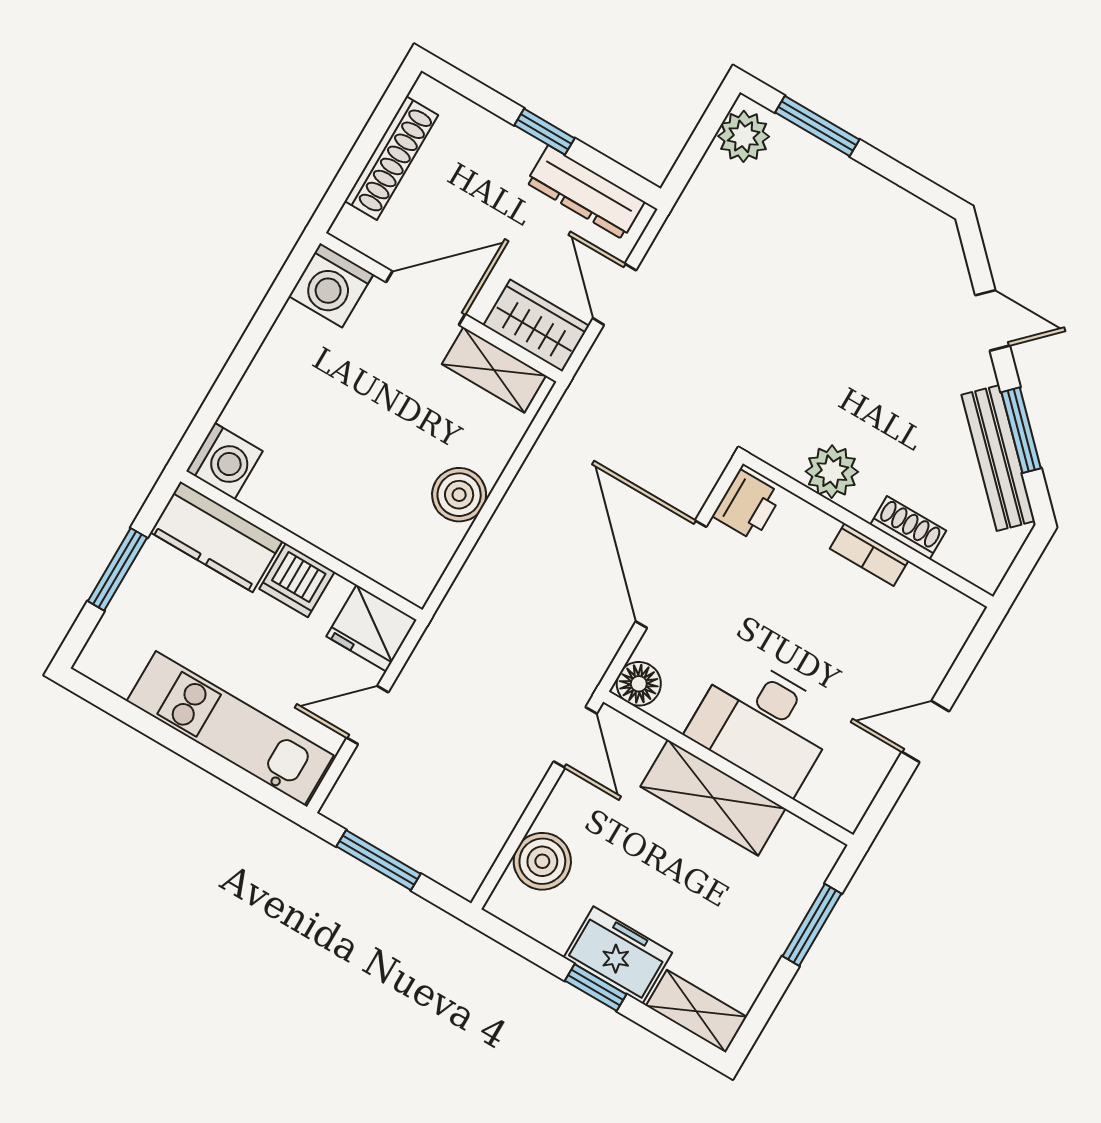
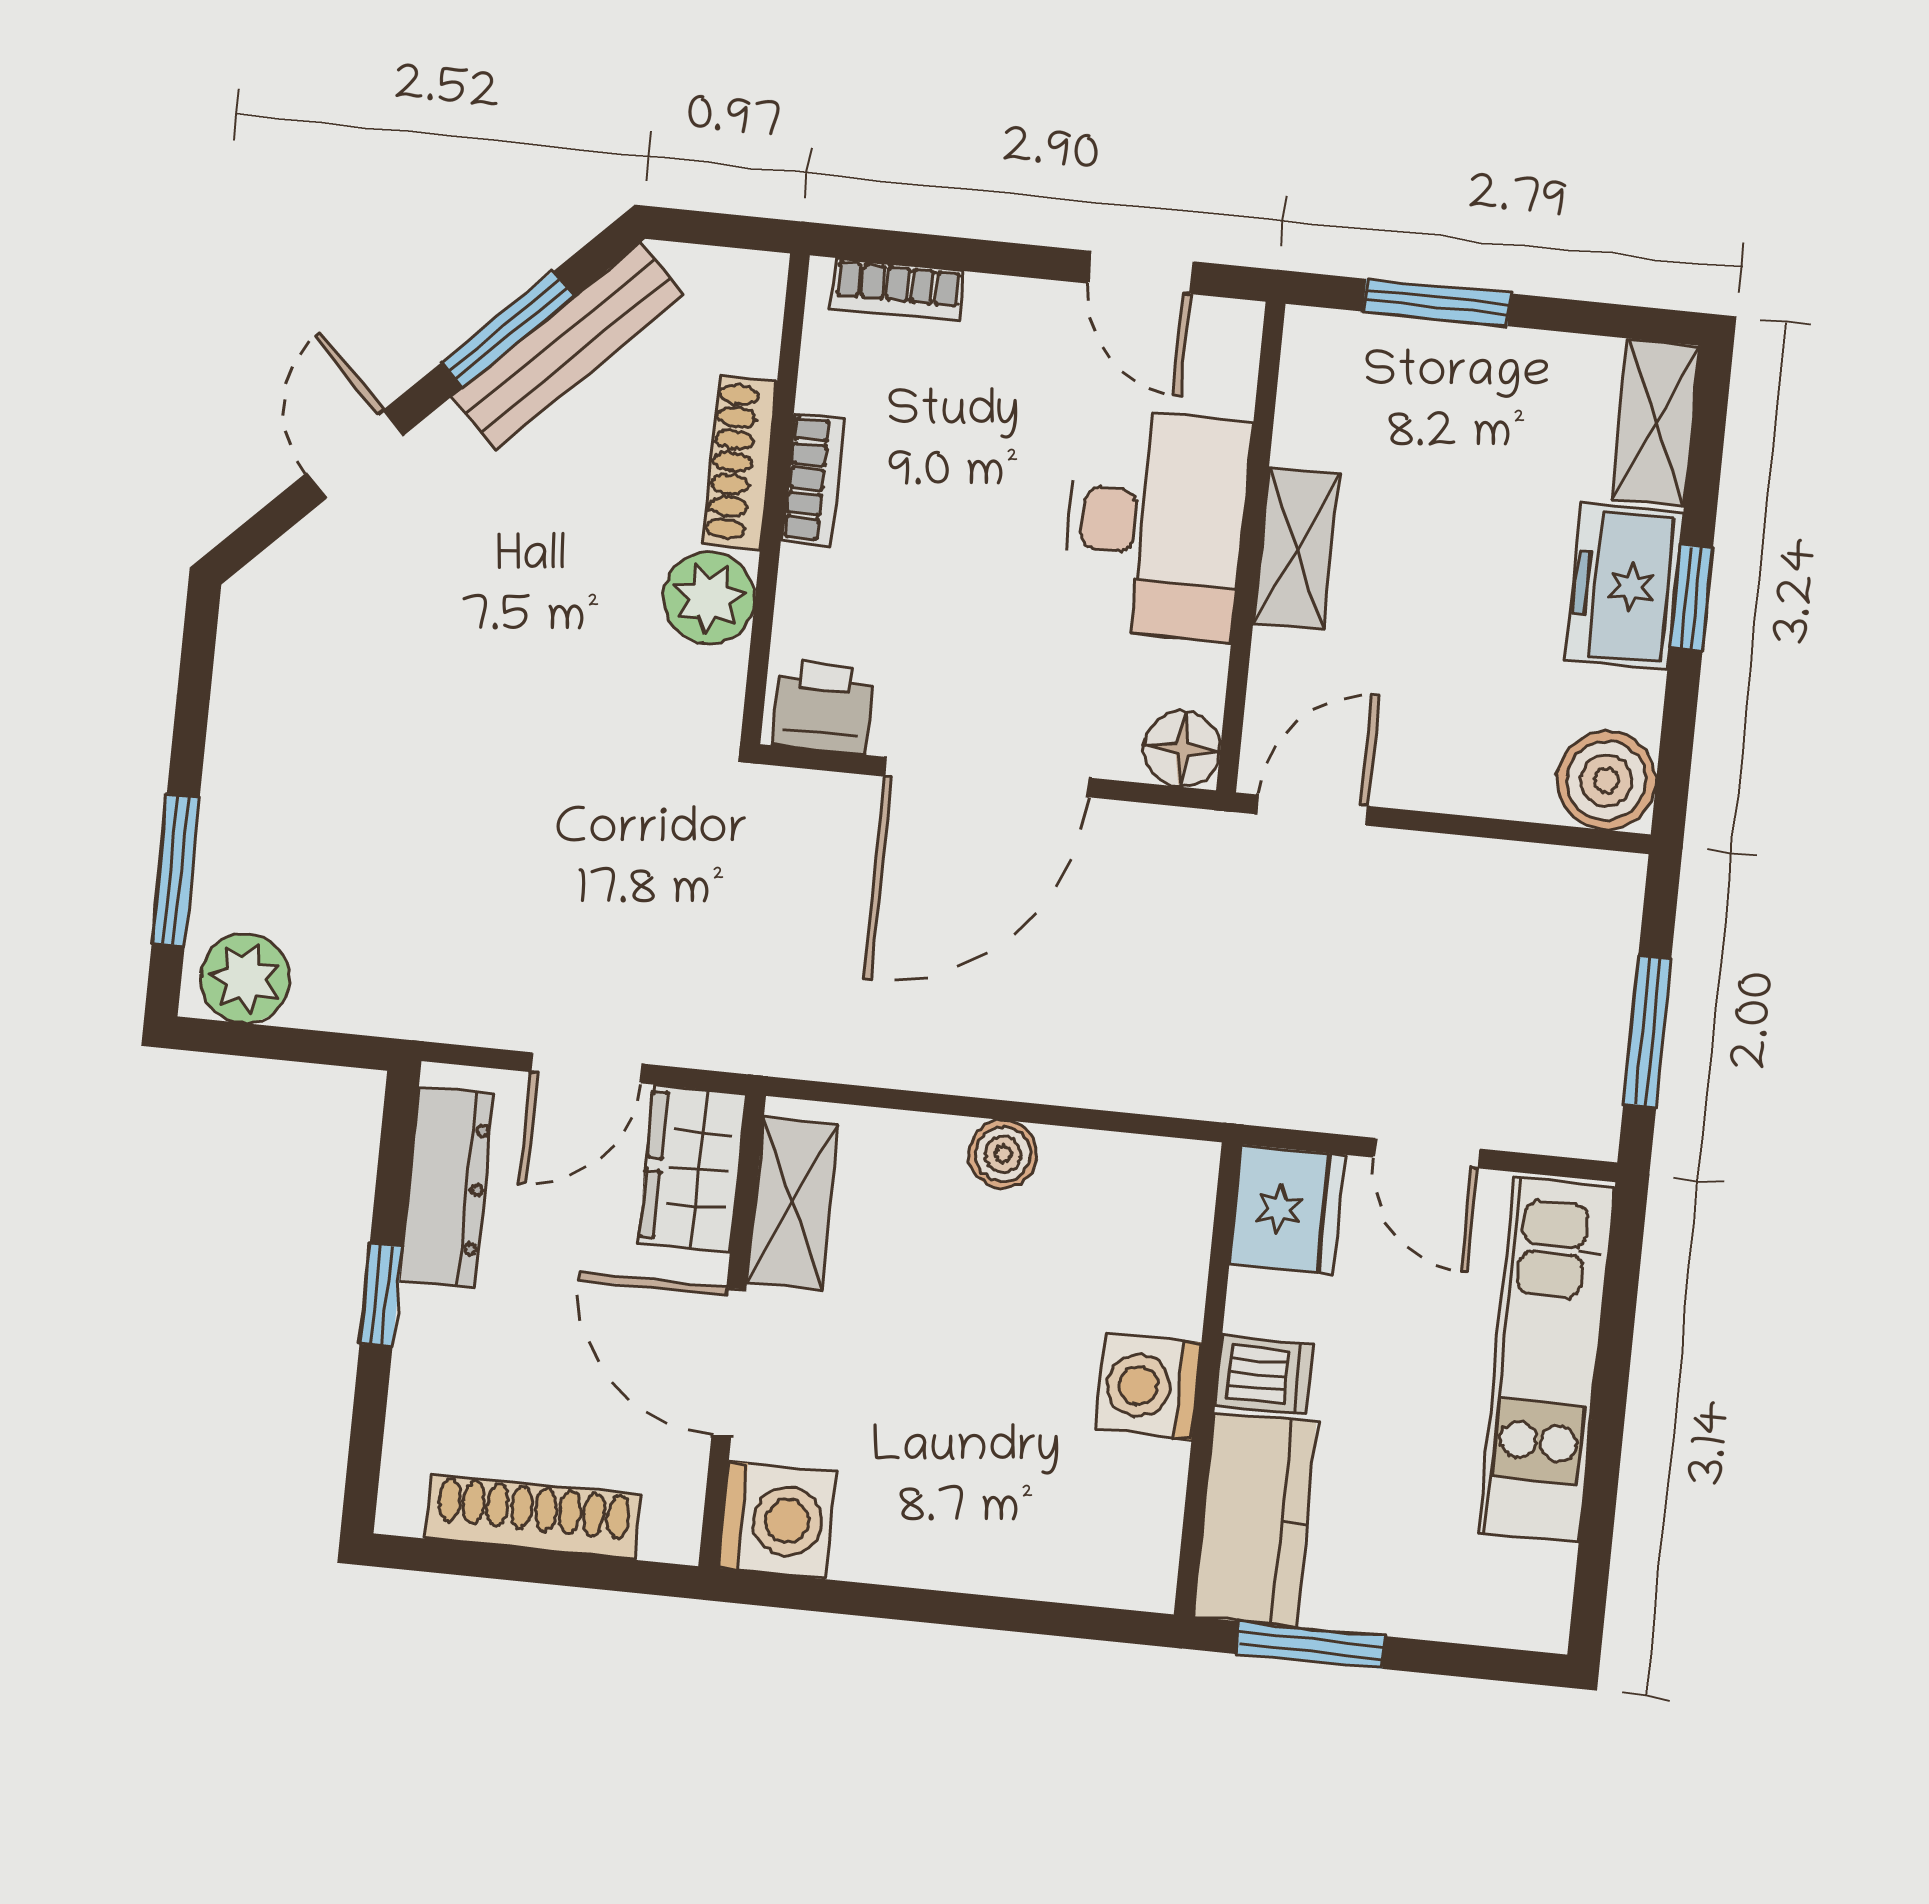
washing machine: (224, 461) -> (1148, 1386), moved, turned -90
boiler: (459, 495) -> (1003, 1154), width x0.73, depth x0.73
shoe rack: (908, 528) -> (740, 463), width x1.43
window: (117, 569) -> (1311, 1645), moved
dishwasher: (297, 580) -> (1264, 1375), width x0.73
bookcase: (948, 645) -> (897, 290), added
door: (925, 732) -> (1141, 272), moved
shelving: (713, 798) -> (1296, 549), width x0.67, depth x0.75
boiler: (542, 861) -> (1607, 780), moved

